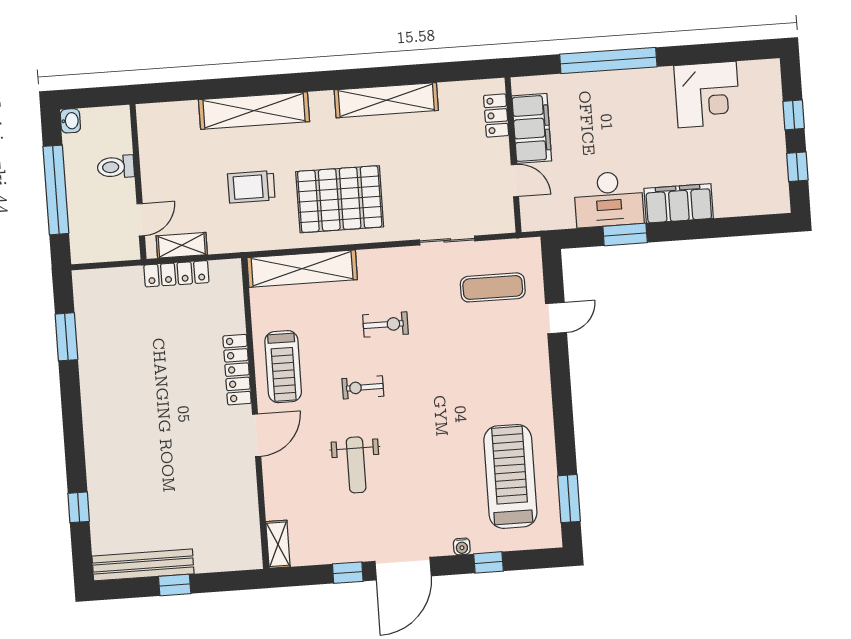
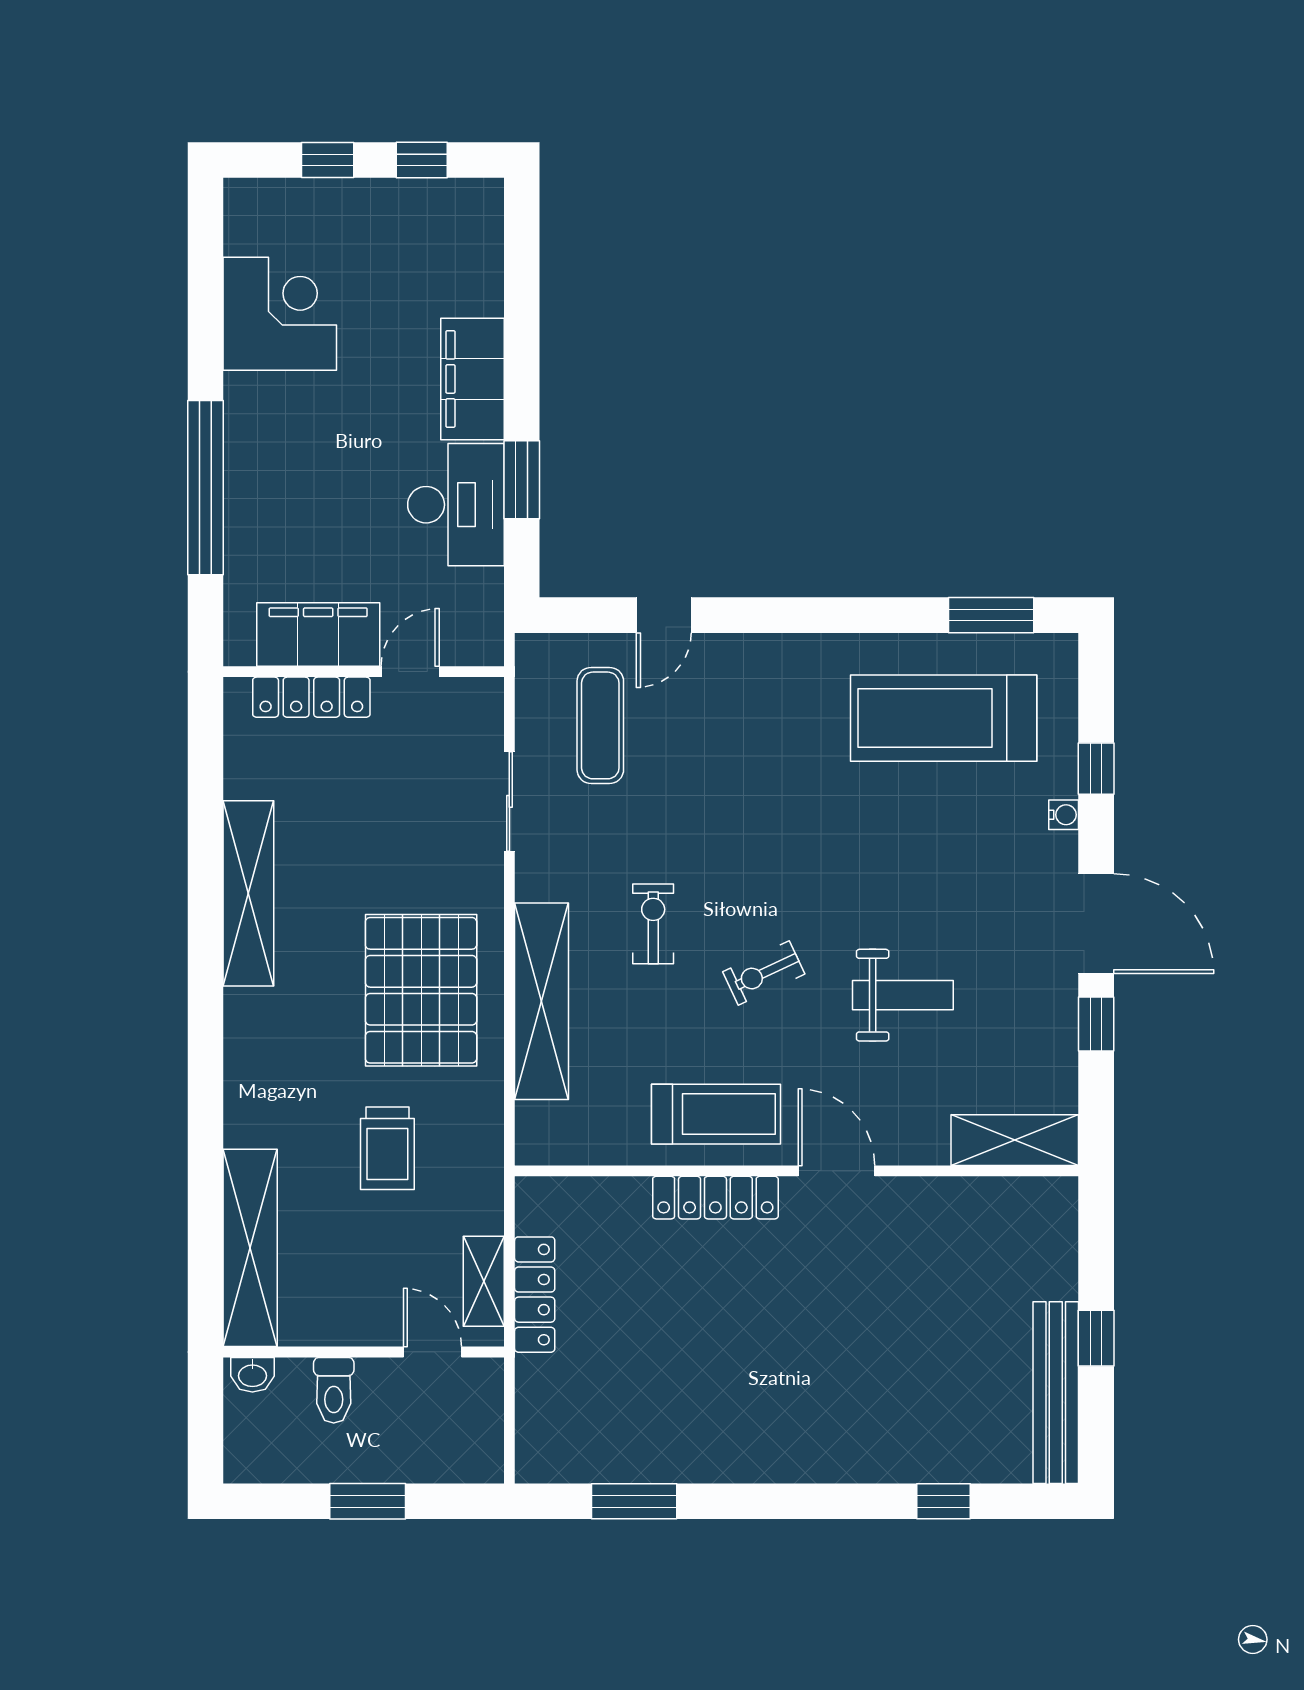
shelving: (254, 111) -> (250, 1248), moved
locker: (496, 116) -> (311, 697), width x1.53
washbasin: (70, 121) -> (252, 1375), moved, turned 180
window: (56, 190) -> (368, 1501), width x0.47
shelving: (302, 269) -> (542, 1001), moved
door: (556, 318) -> (664, 615), swing flipped
exercise bike: (363, 387) -> (764, 973), turned 65
shelving: (278, 544) -> (1015, 1140), width x1.50, depth x1.33

